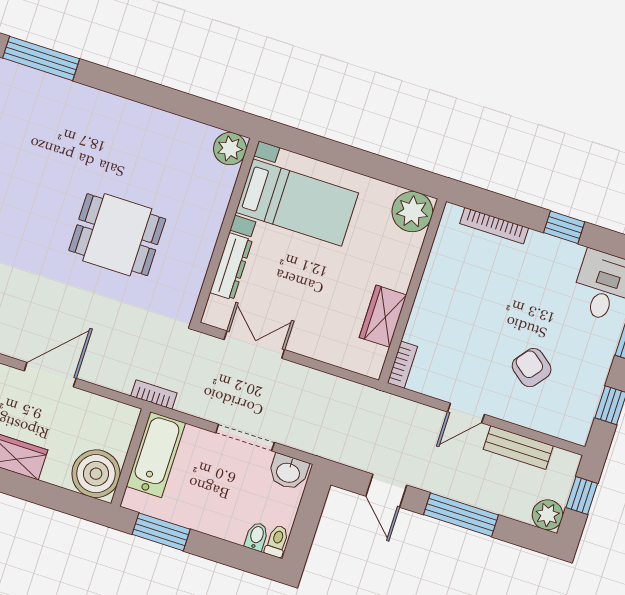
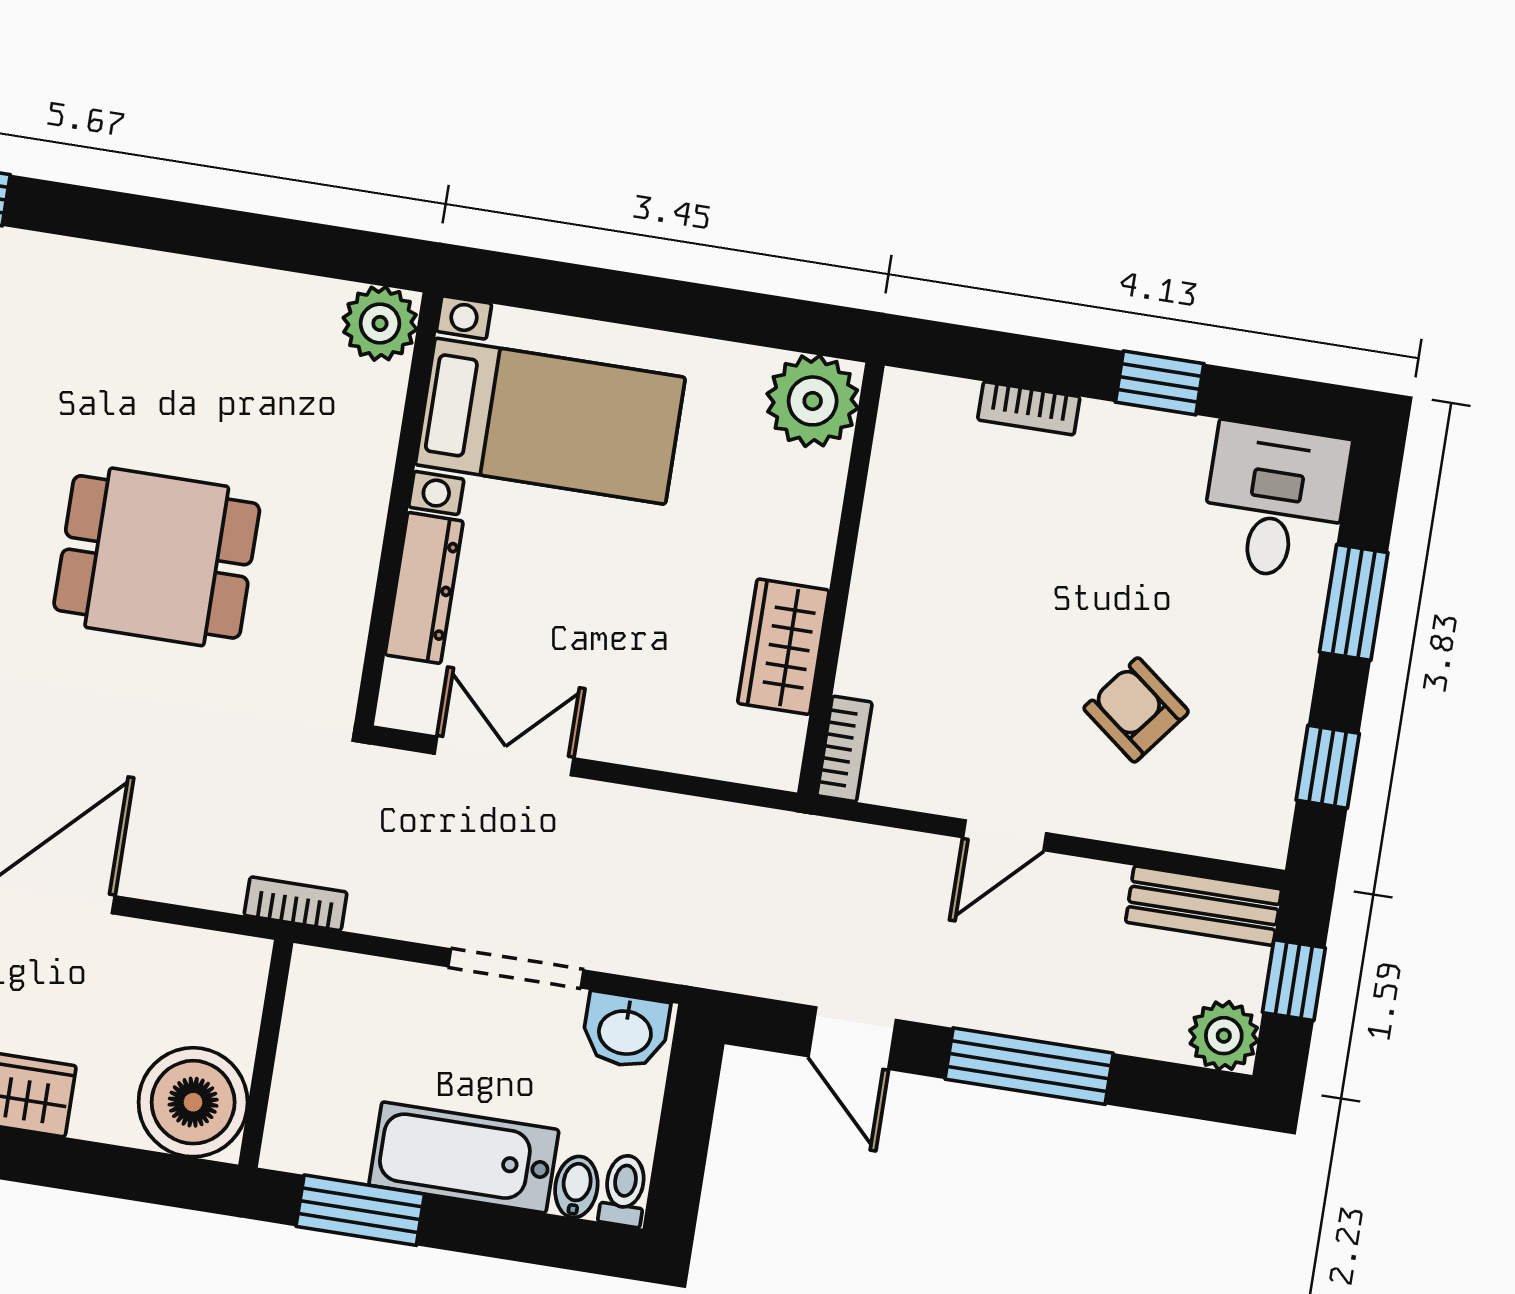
bookcase: (494, 226) -> (1029, 408), width x0.64
bench: (518, 448) -> (1204, 906), moved
bathtub: (156, 455) -> (464, 1157), moved, turned -90

